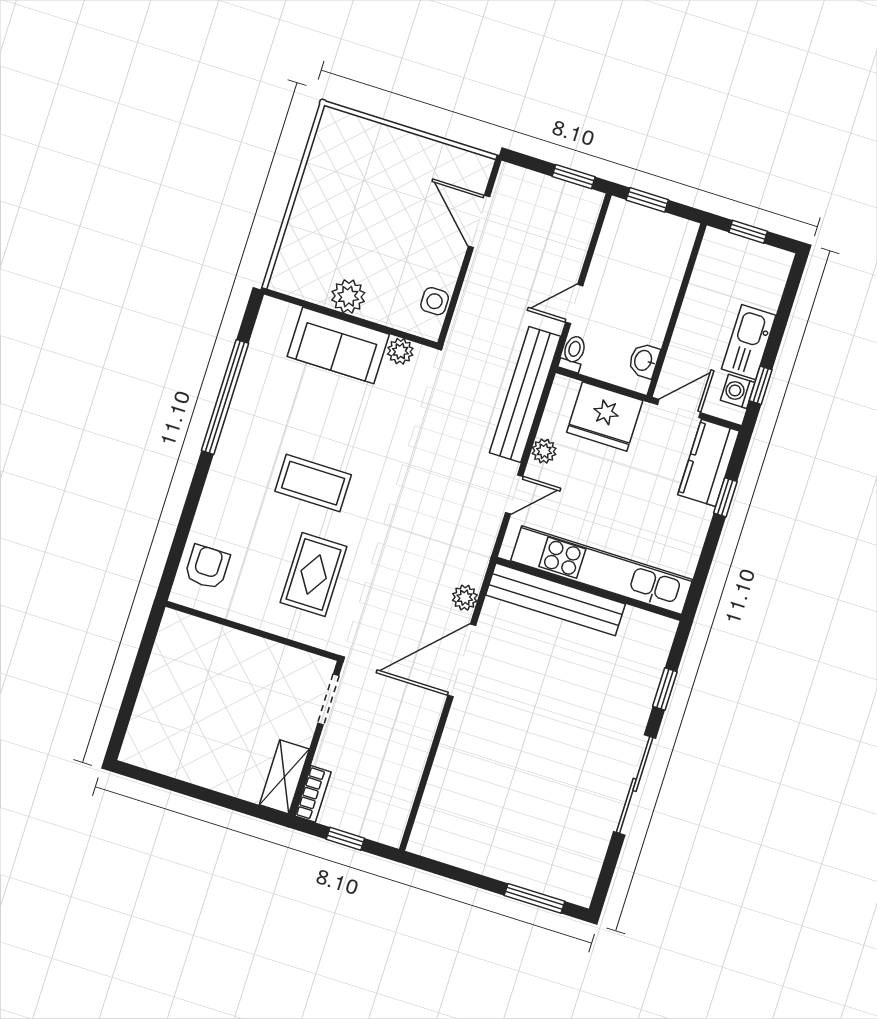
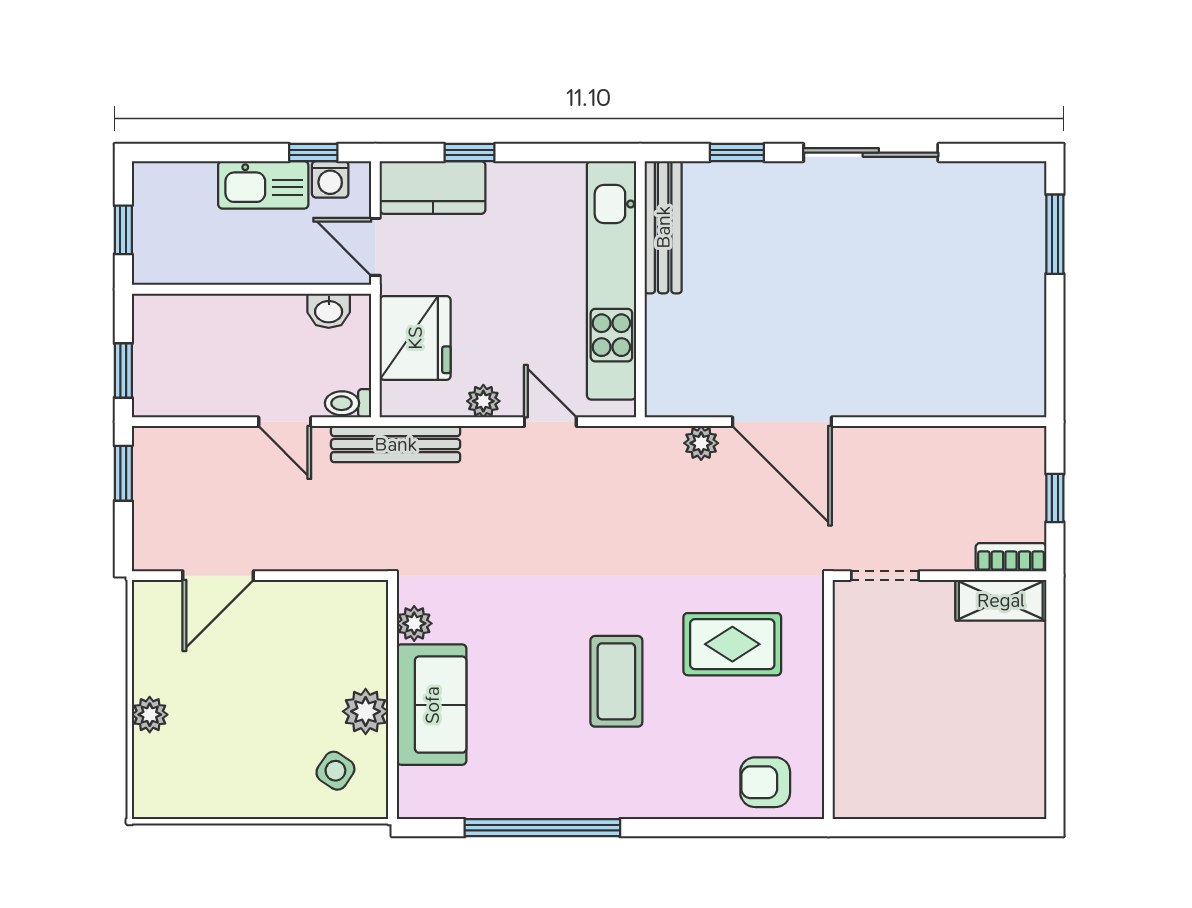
plant: (395, 141) -> (150, 715), added
side table: (435, 301) -> (335, 771), moved, turned 34
bench: (525, 394) -> (396, 444), width x0.73, depth x0.82
bench: (556, 599) -> (663, 227), moved, width x0.73, depth x0.82

